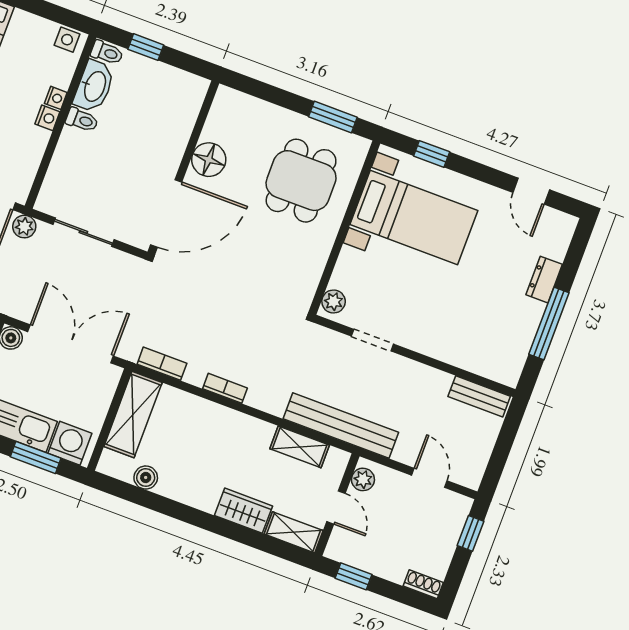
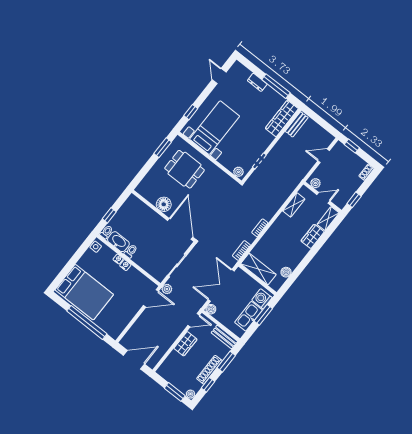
door: (531, 191) -> (219, 76), swing flipped
wardrobe: (482, 359) -> (282, 118), added
bench: (341, 425) -> (290, 185), removed

